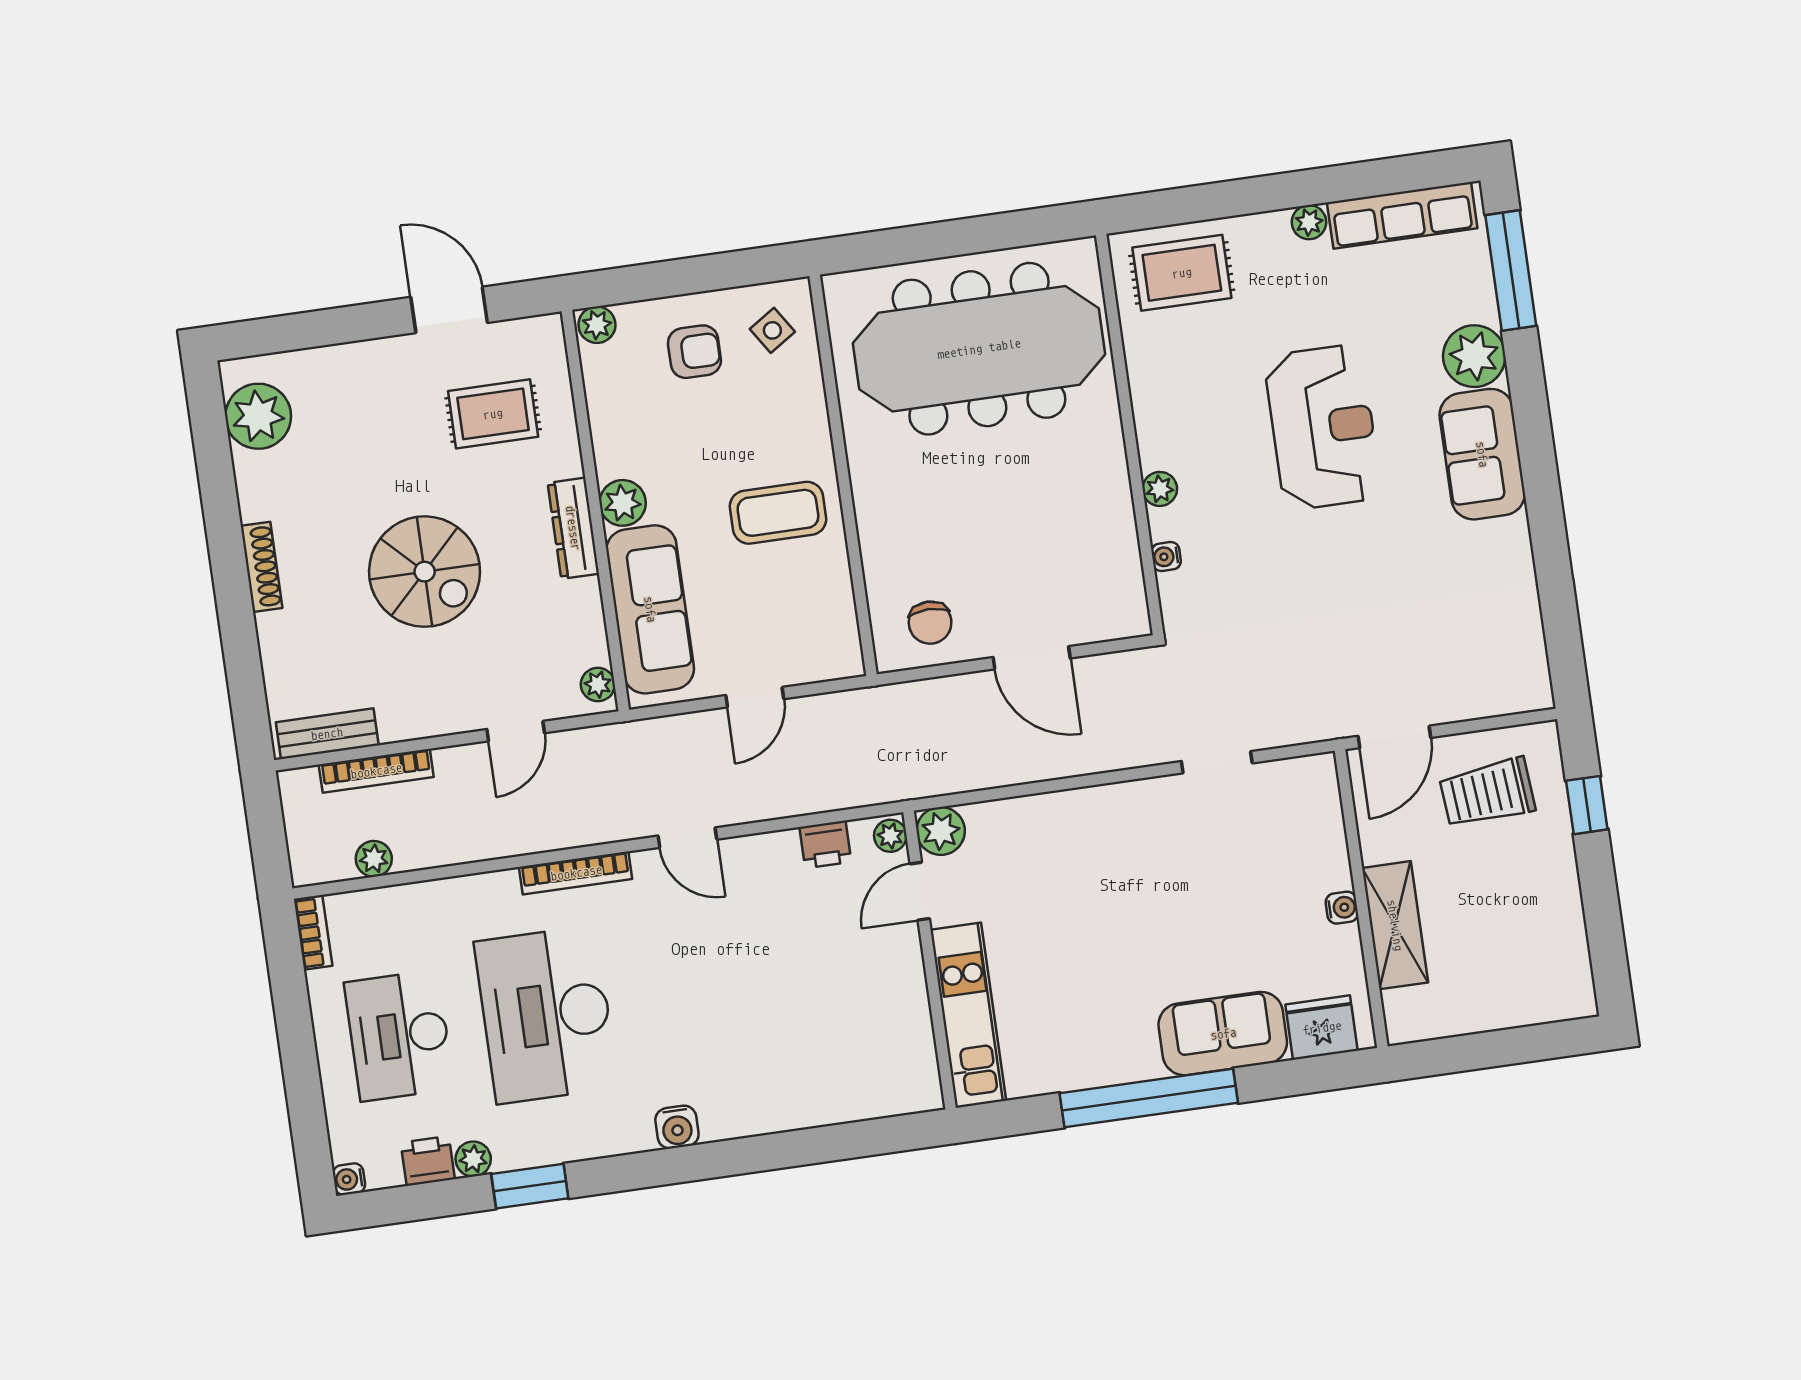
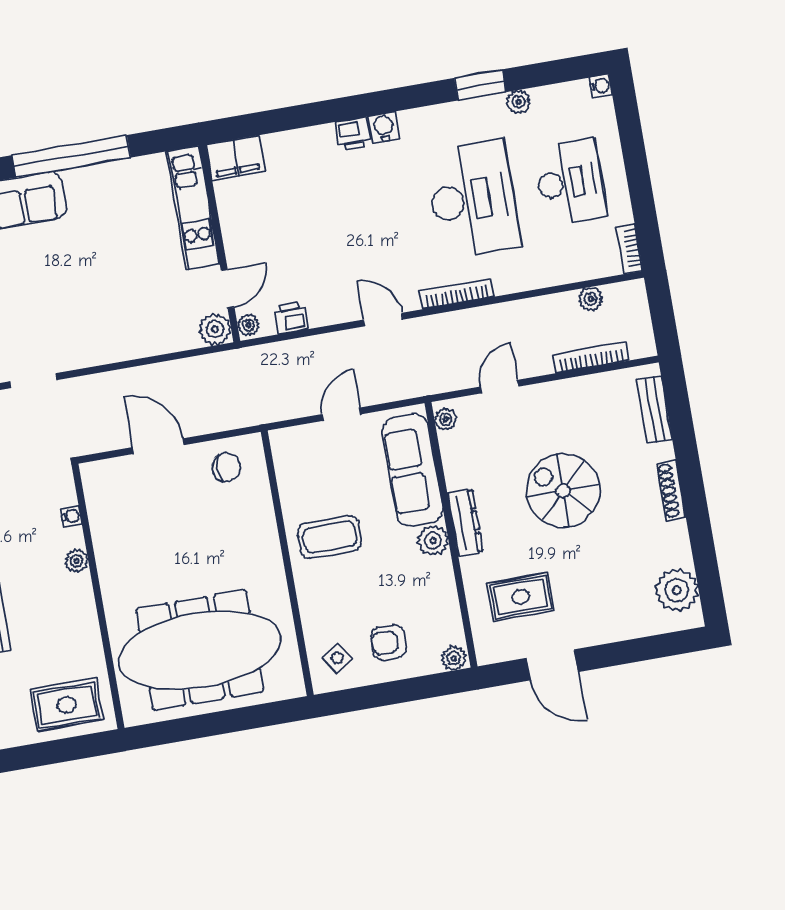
chair: (930, 623) -> (226, 467), turned 90
bench: (327, 734) -> (655, 410), moved, turned 90
filing cabinet: (901, 1088) -> (236, 158), added
printer: (428, 1161) -> (353, 134), moved

